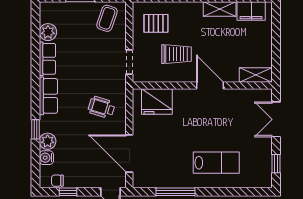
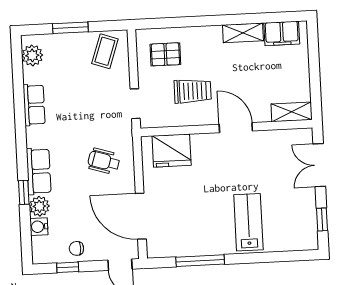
plant: (48, 32) -> (32, 55), moved
row of seats: (48, 96) -> (39, 171), moved
lab bench: (216, 163) -> (248, 222), turned -90
chair: (57, 181) -> (76, 248), moved

